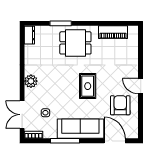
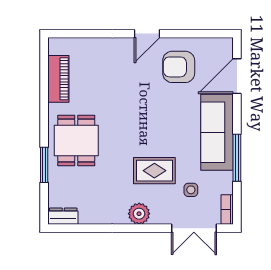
rug: (88, 86) -> (154, 171), moved

